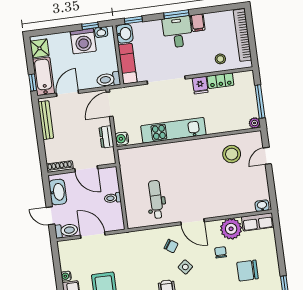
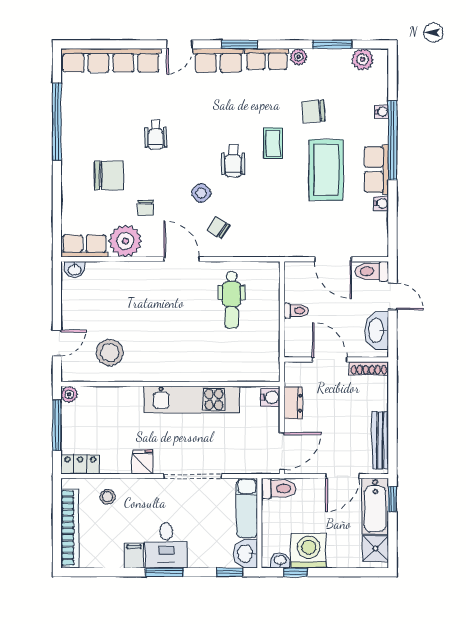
locker: (220, 81) -> (80, 464), moved

